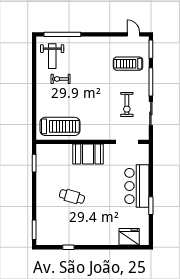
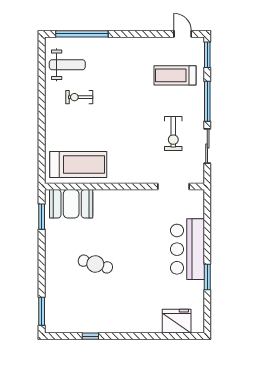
weight bench: (52, 56) -> (67, 65), turned -90
booth: (88, 154) -> (71, 204), moved

